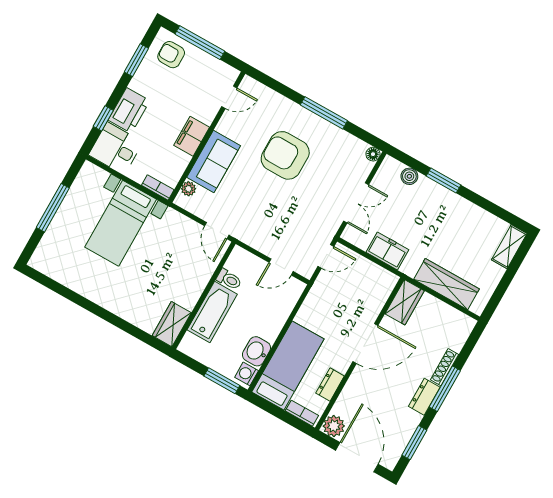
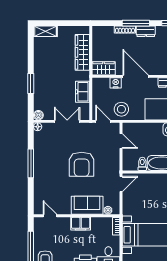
armchair: (285, 155) -> (82, 164), moved
boiler: (409, 176) -> (38, 115), moved
stool: (328, 294) -> (121, 109), added
nightstand: (373, 308) -> (116, 83), added

